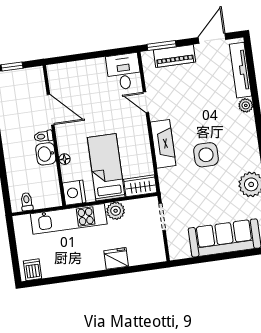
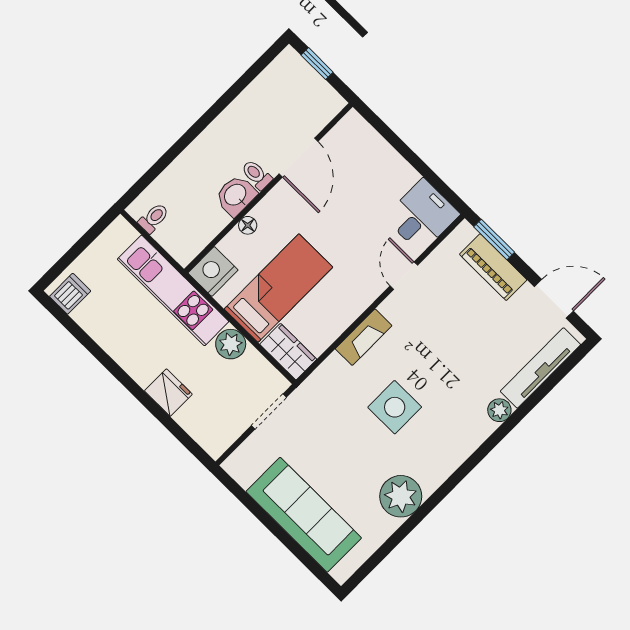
fireplace: (163, 144) -> (364, 337), width x0.73, depth x0.76

